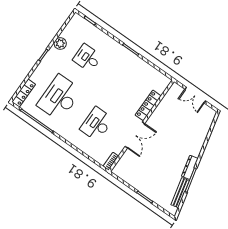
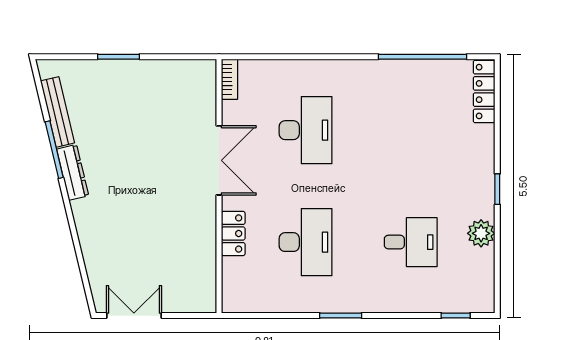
double door: (195, 95) -> (134, 316), moved
desk: (59, 98) -> (306, 242), moved, width x0.73, depth x0.77
locker: (148, 105) -> (233, 233), width x0.66
double door: (135, 135) -> (219, 160), swing flipped

